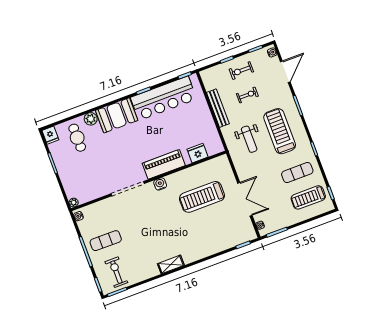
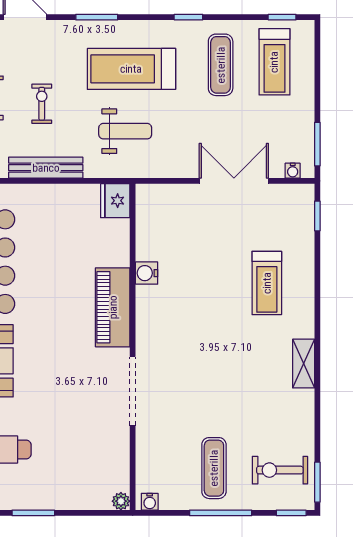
fridge: (198, 153) -> (115, 201), moved
water cooler: (160, 184) -> (147, 273), moved
treadmill: (202, 197) -> (267, 283), moved, width x0.73, depth x0.73

